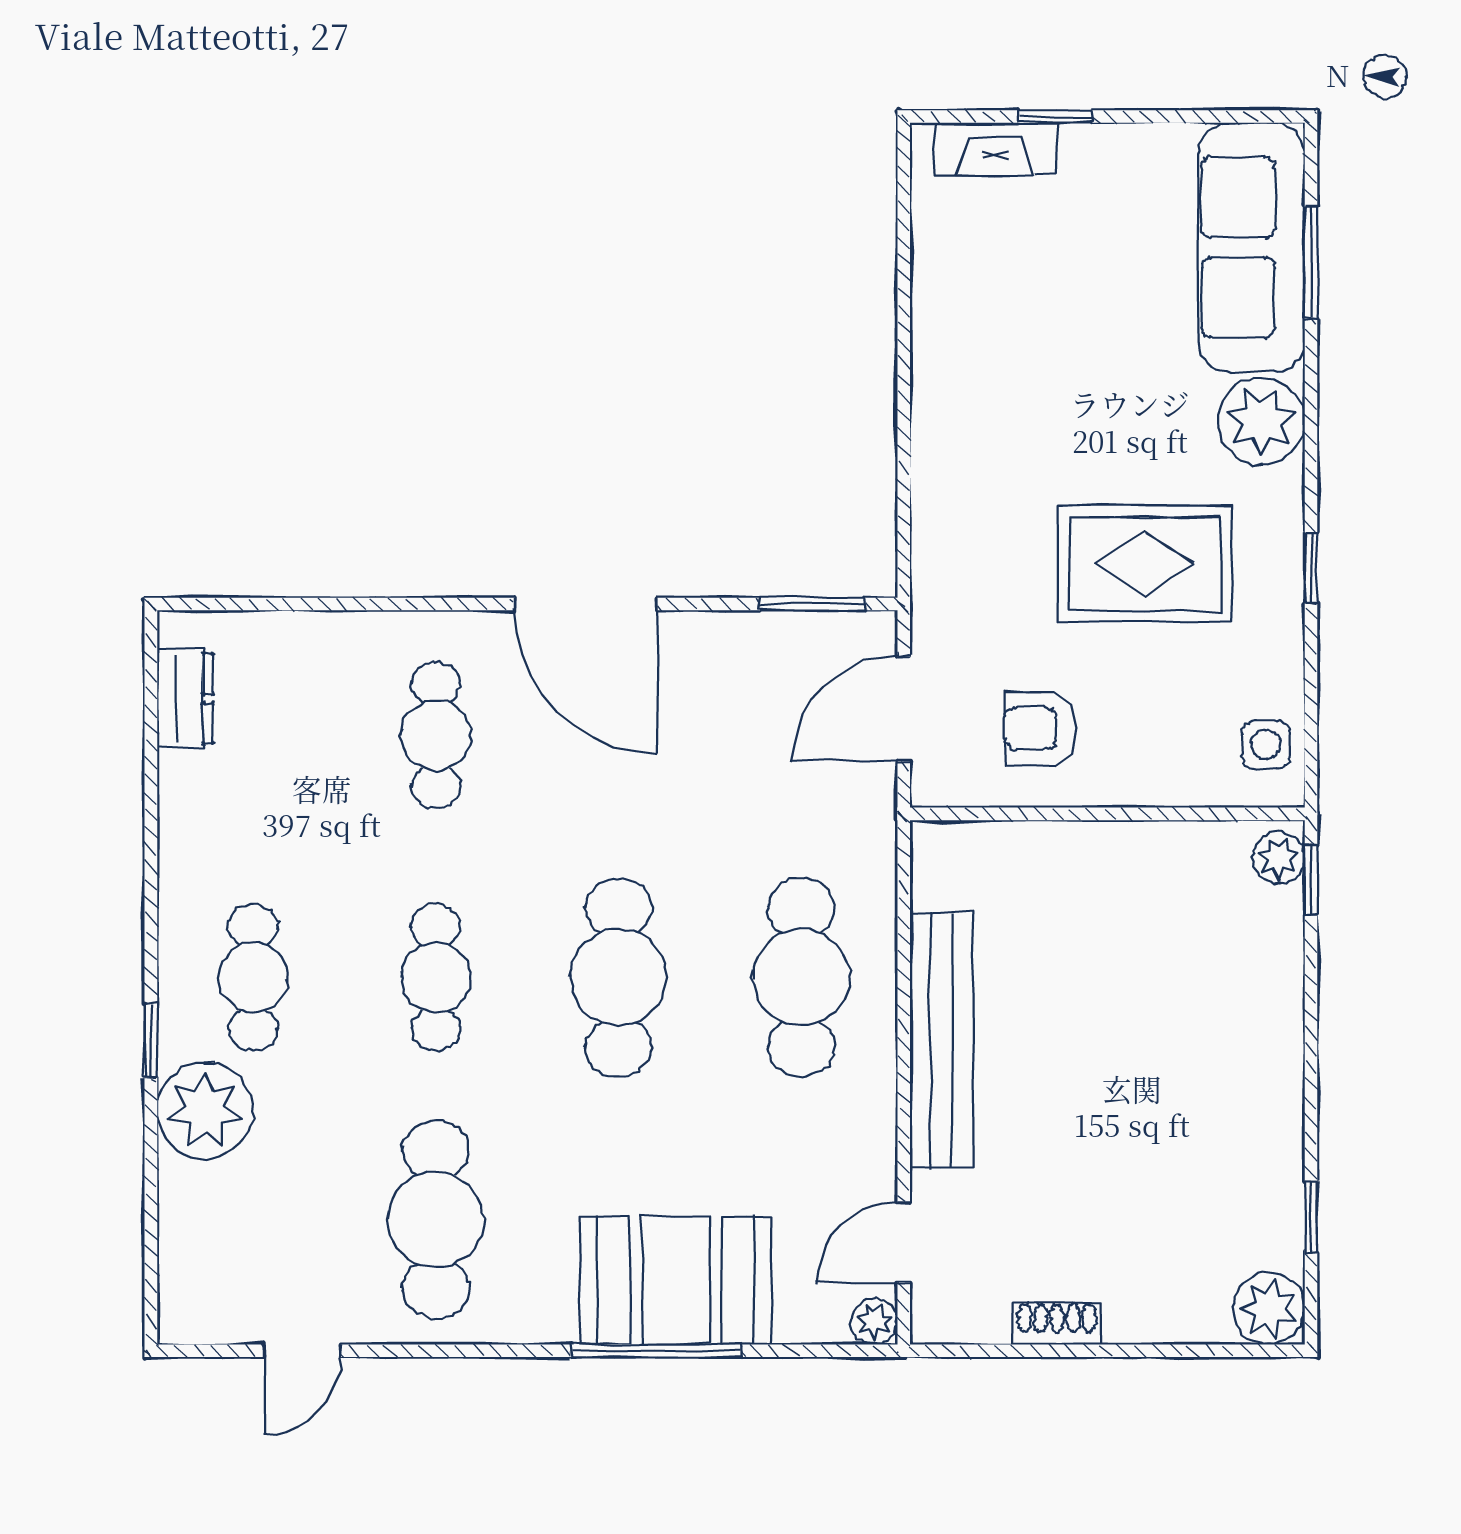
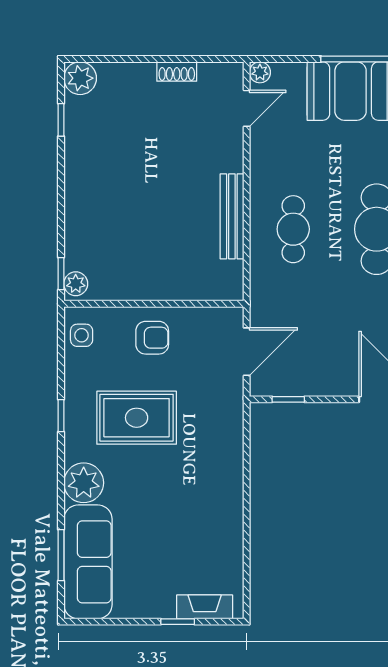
window: (812, 604) -> (288, 399), width x0.67
armchair: (1040, 728) -> (152, 338), moved
cafe table: (801, 977) -> (293, 229), width x0.73, depth x0.74
bench: (942, 1040) -> (232, 216), width x0.73, depth x0.82

